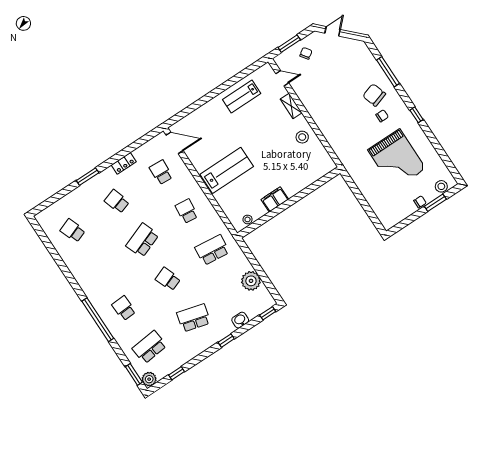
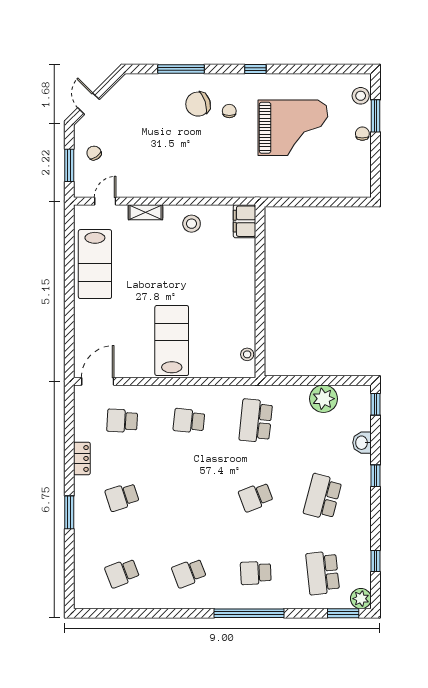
lab bench: (242, 96) -> (95, 264), width x1.36, depth x1.39
filing cabinet: (275, 199) -> (245, 221), moved
school desk: (142, 240) -> (189, 573), moved, width x0.54

